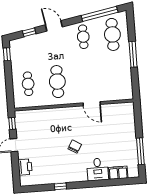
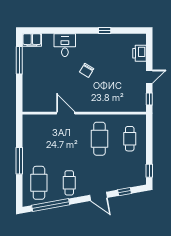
filing cabinet: (118, 173) -> (32, 40), moved

